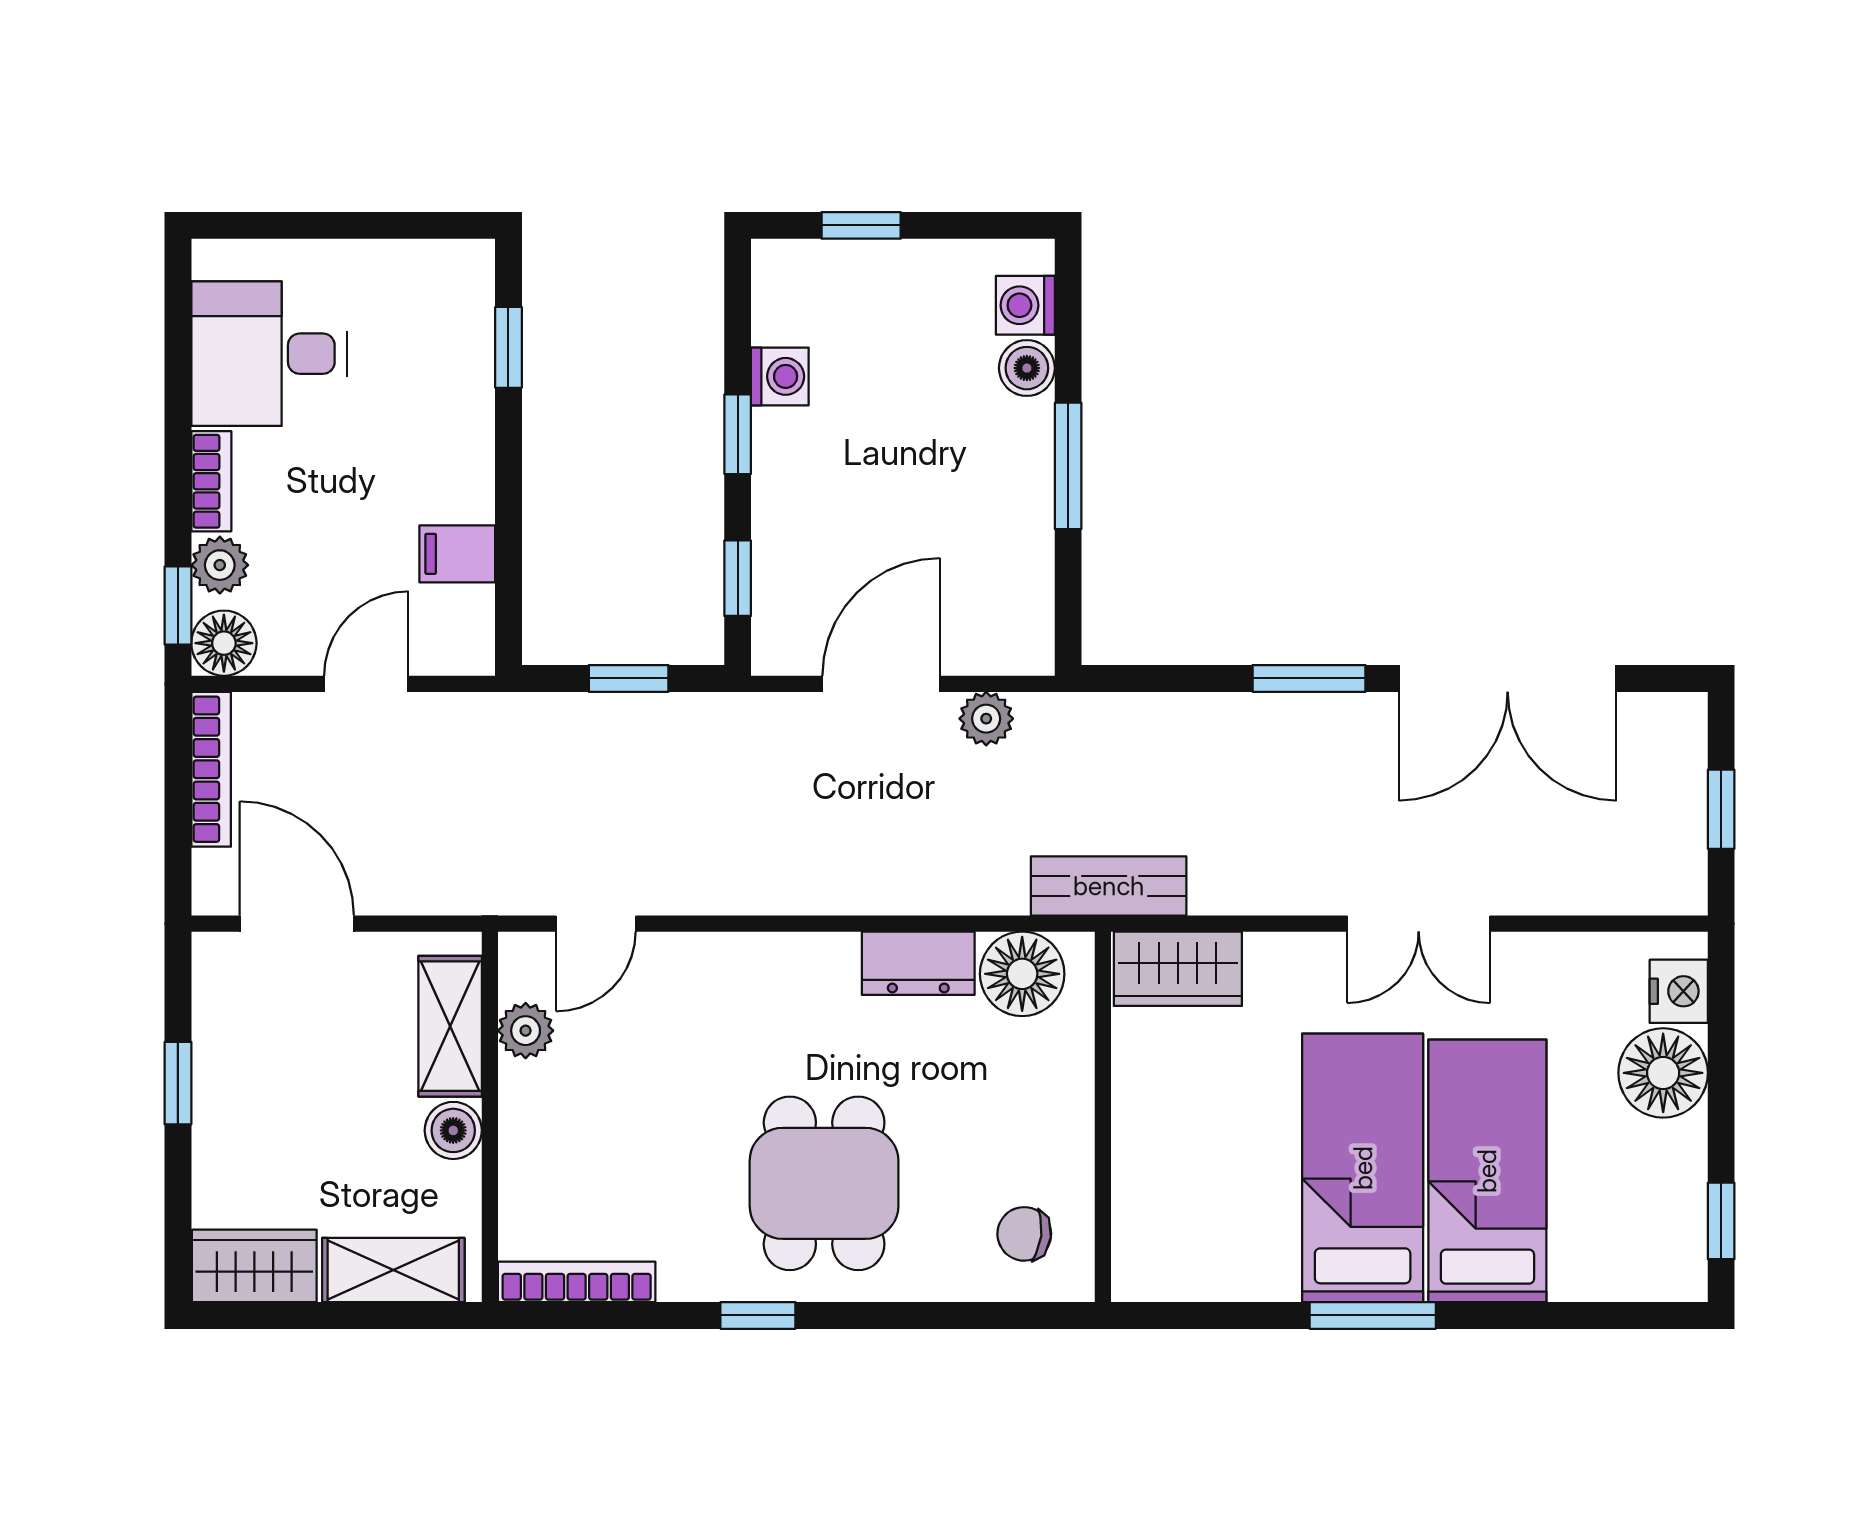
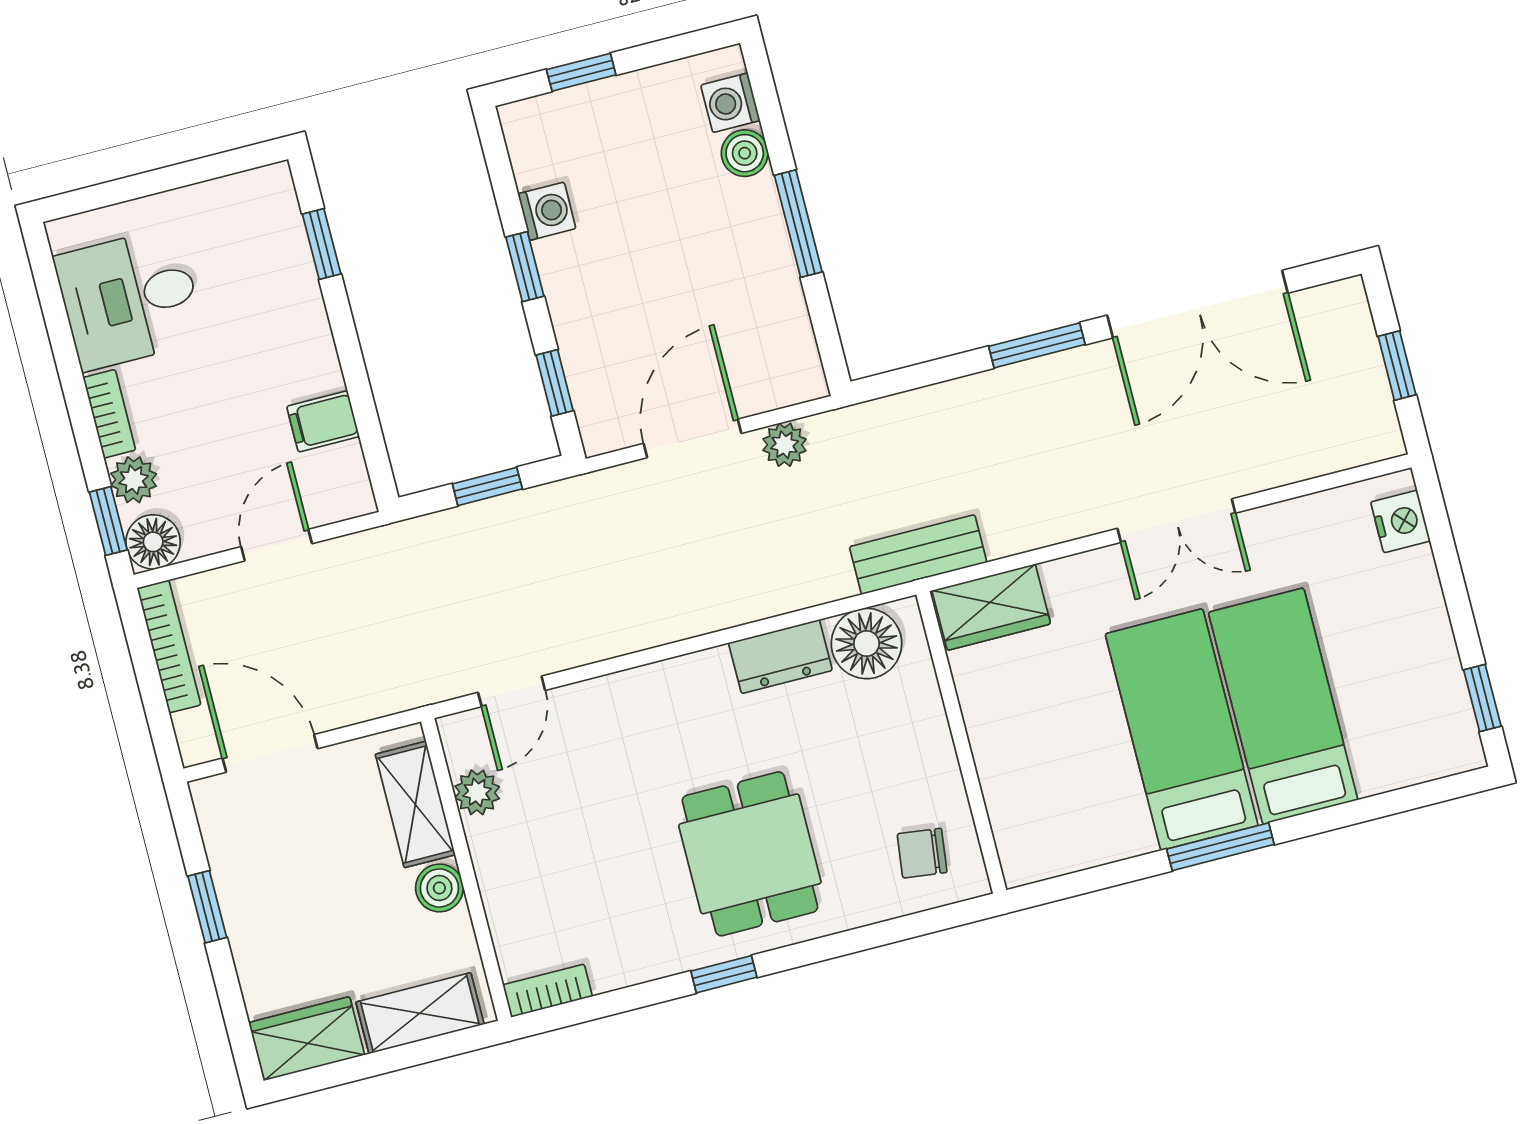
floor lamp: (1663, 1073) -> (1405, 591), removed
bookcase: (577, 1282) -> (548, 991), width x0.64

